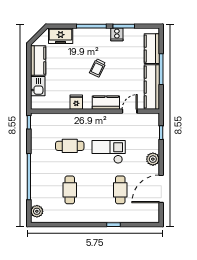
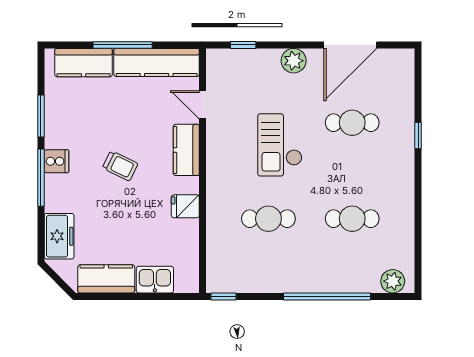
cooker: (117, 34) -> (56, 161), moved
cafe table: (70, 146) -> (268, 219), turned 90
door: (161, 189) -> (350, 45), hinge flipped

